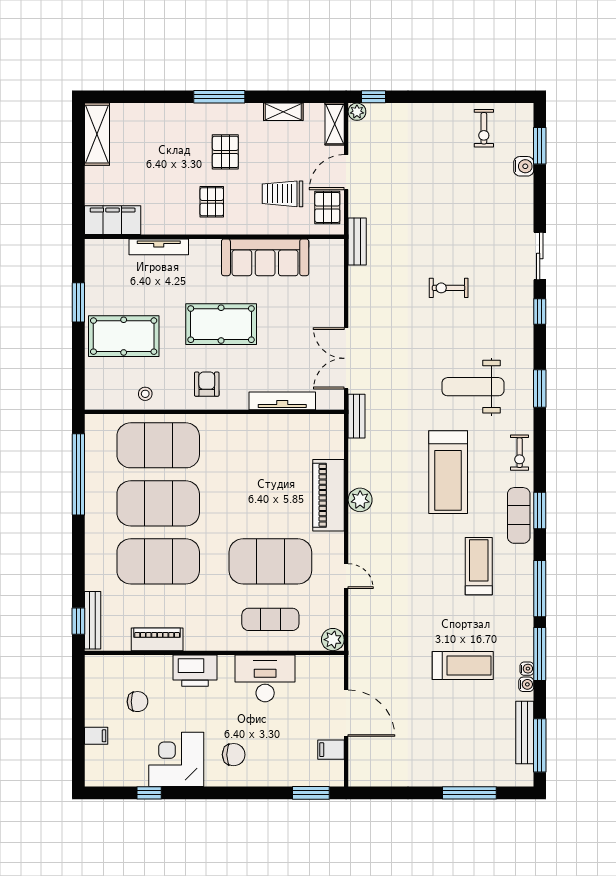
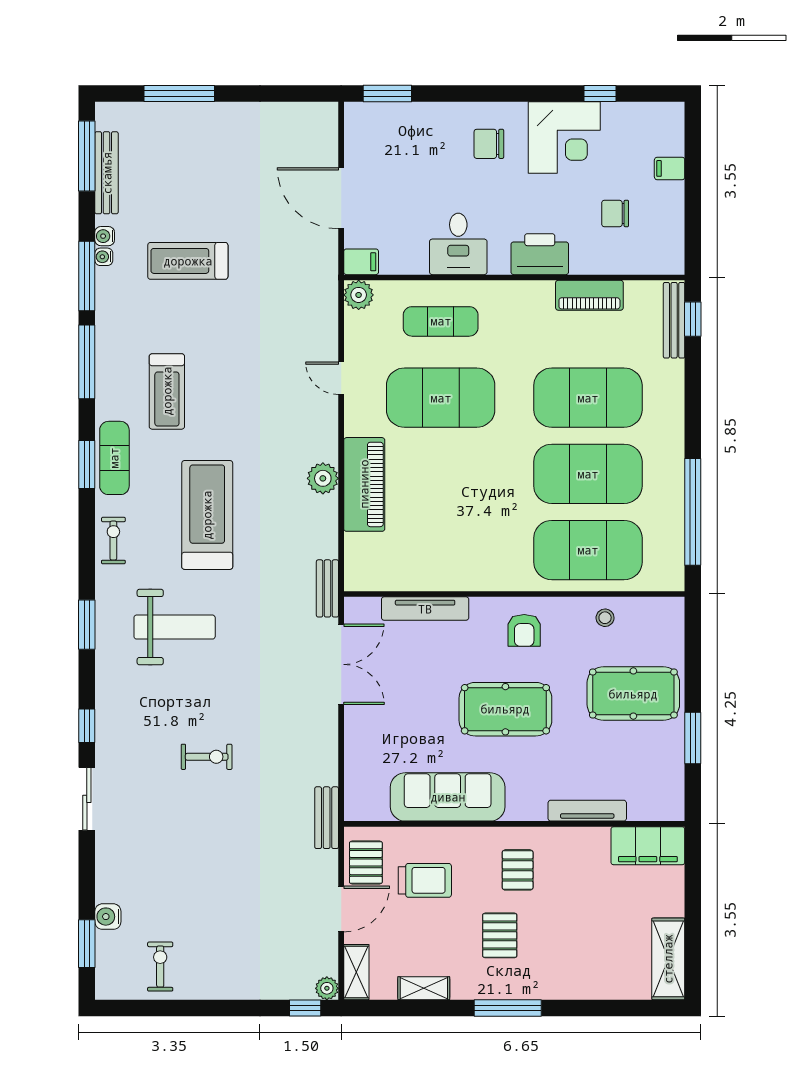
desk: (265, 678) -> (458, 244), width x0.73
filing cabinet: (331, 750) -> (361, 262), moved

